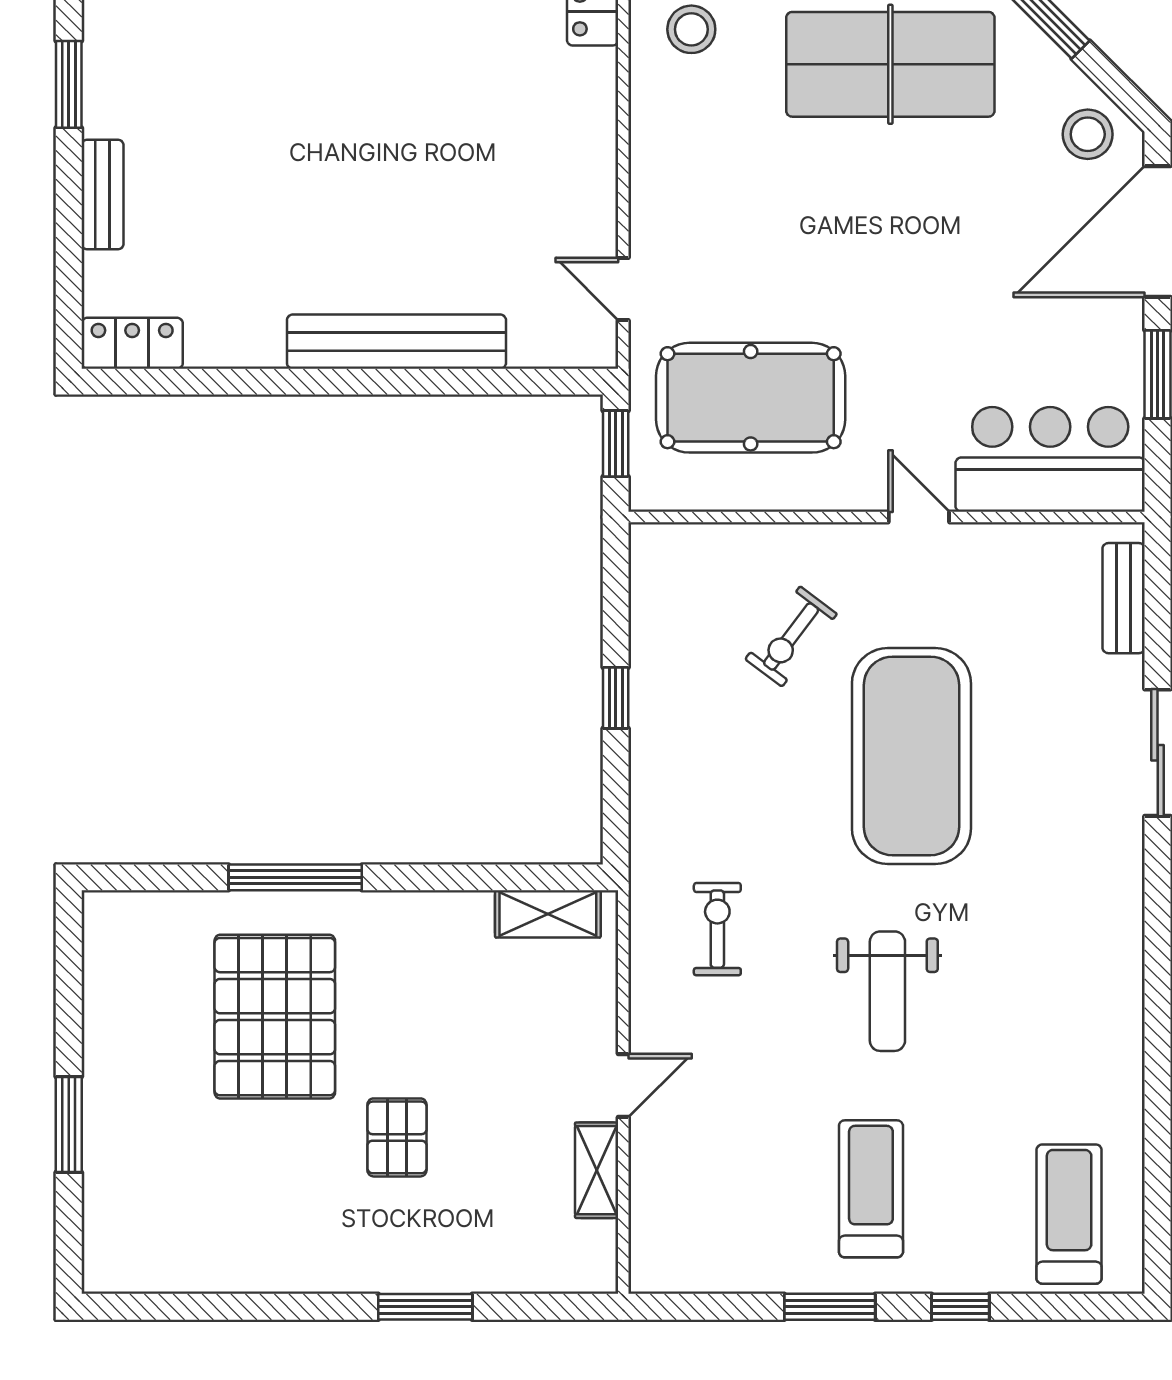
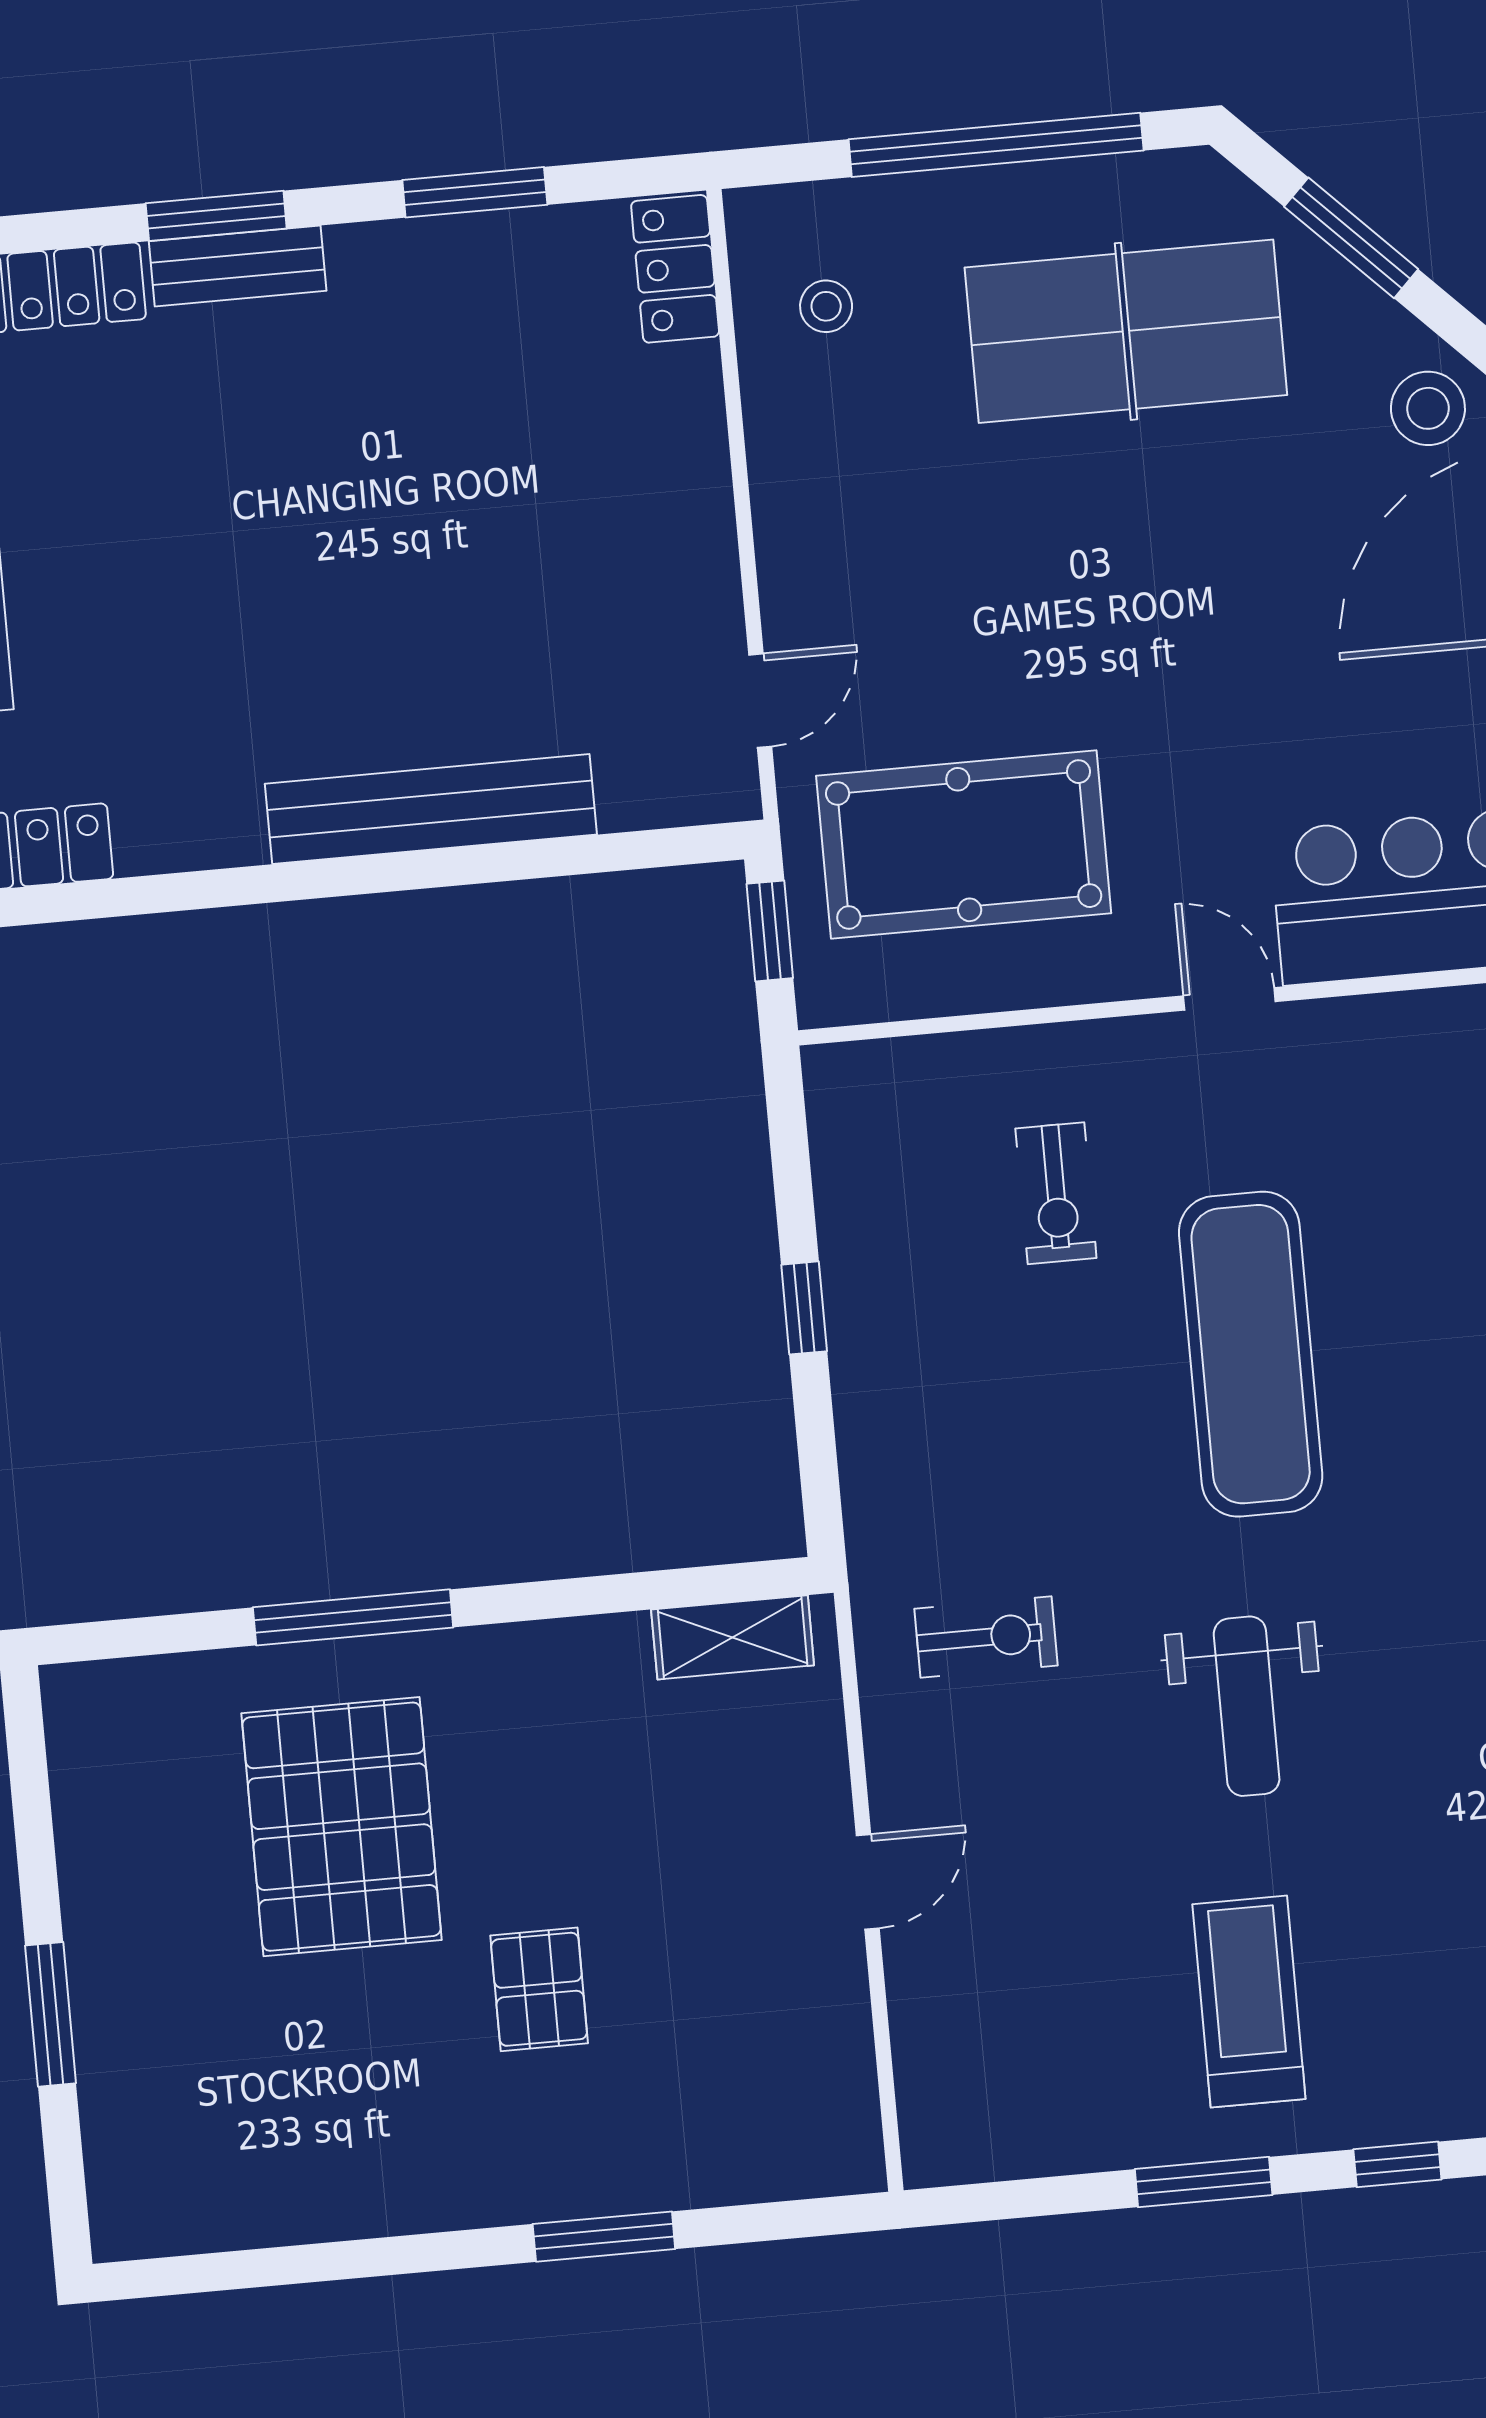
stool: (691, 29) -> (826, 306), width x0.73, depth x0.73
door: (623, 289) -> (760, 701), swing flipped
exercise bike: (791, 636) -> (1056, 1193), turned -37
exercise mat: (911, 756) -> (1251, 1354), width x0.68
exercise bike: (717, 929) -> (986, 1637), turned 90
shelving: (597, 1170) -> (840, 2011), removed

